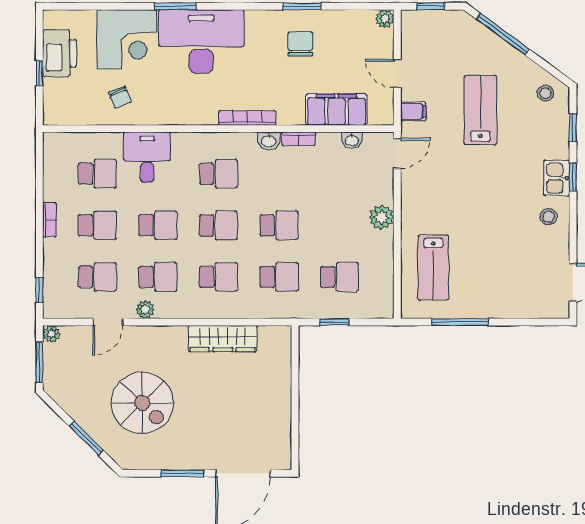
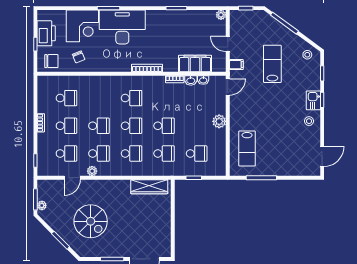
chair: (300, 44) -> (51, 61), moved, turned 90
washbasin: (269, 141) -> (191, 80), moved
desk: (147, 157) -> (93, 89), removed
plant: (51, 334) -> (42, 205), moved
wardrobe: (223, 339) -> (149, 187), moved

